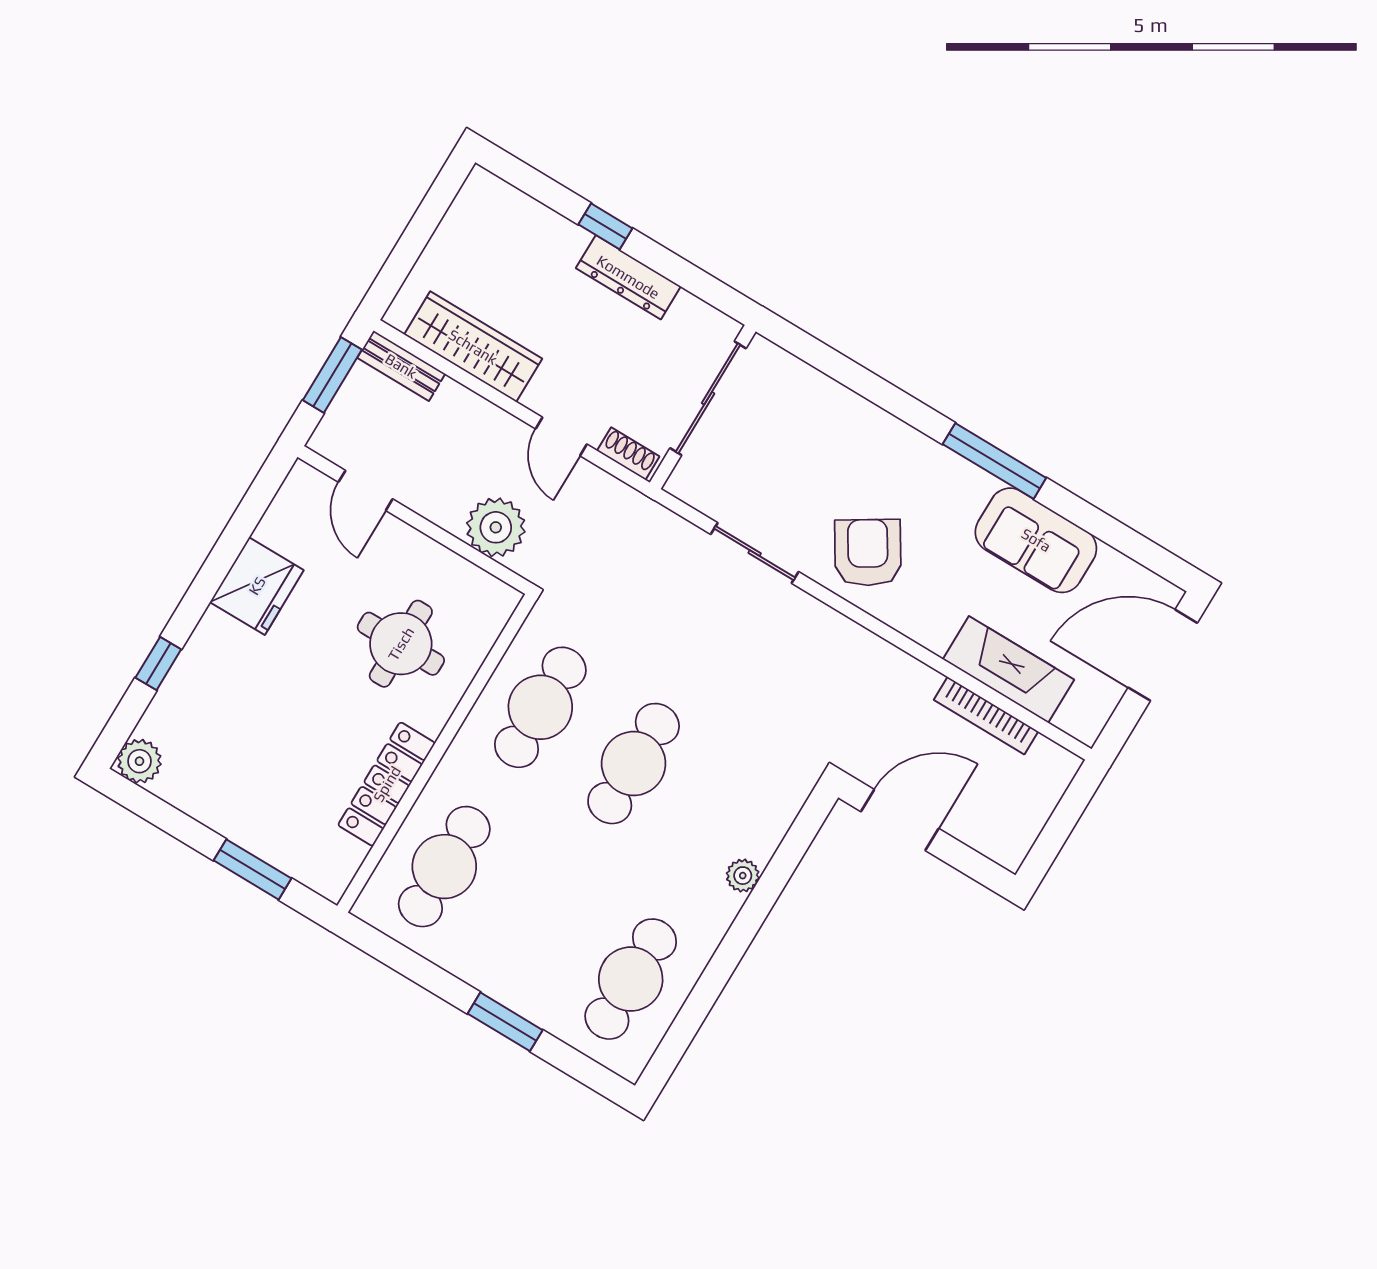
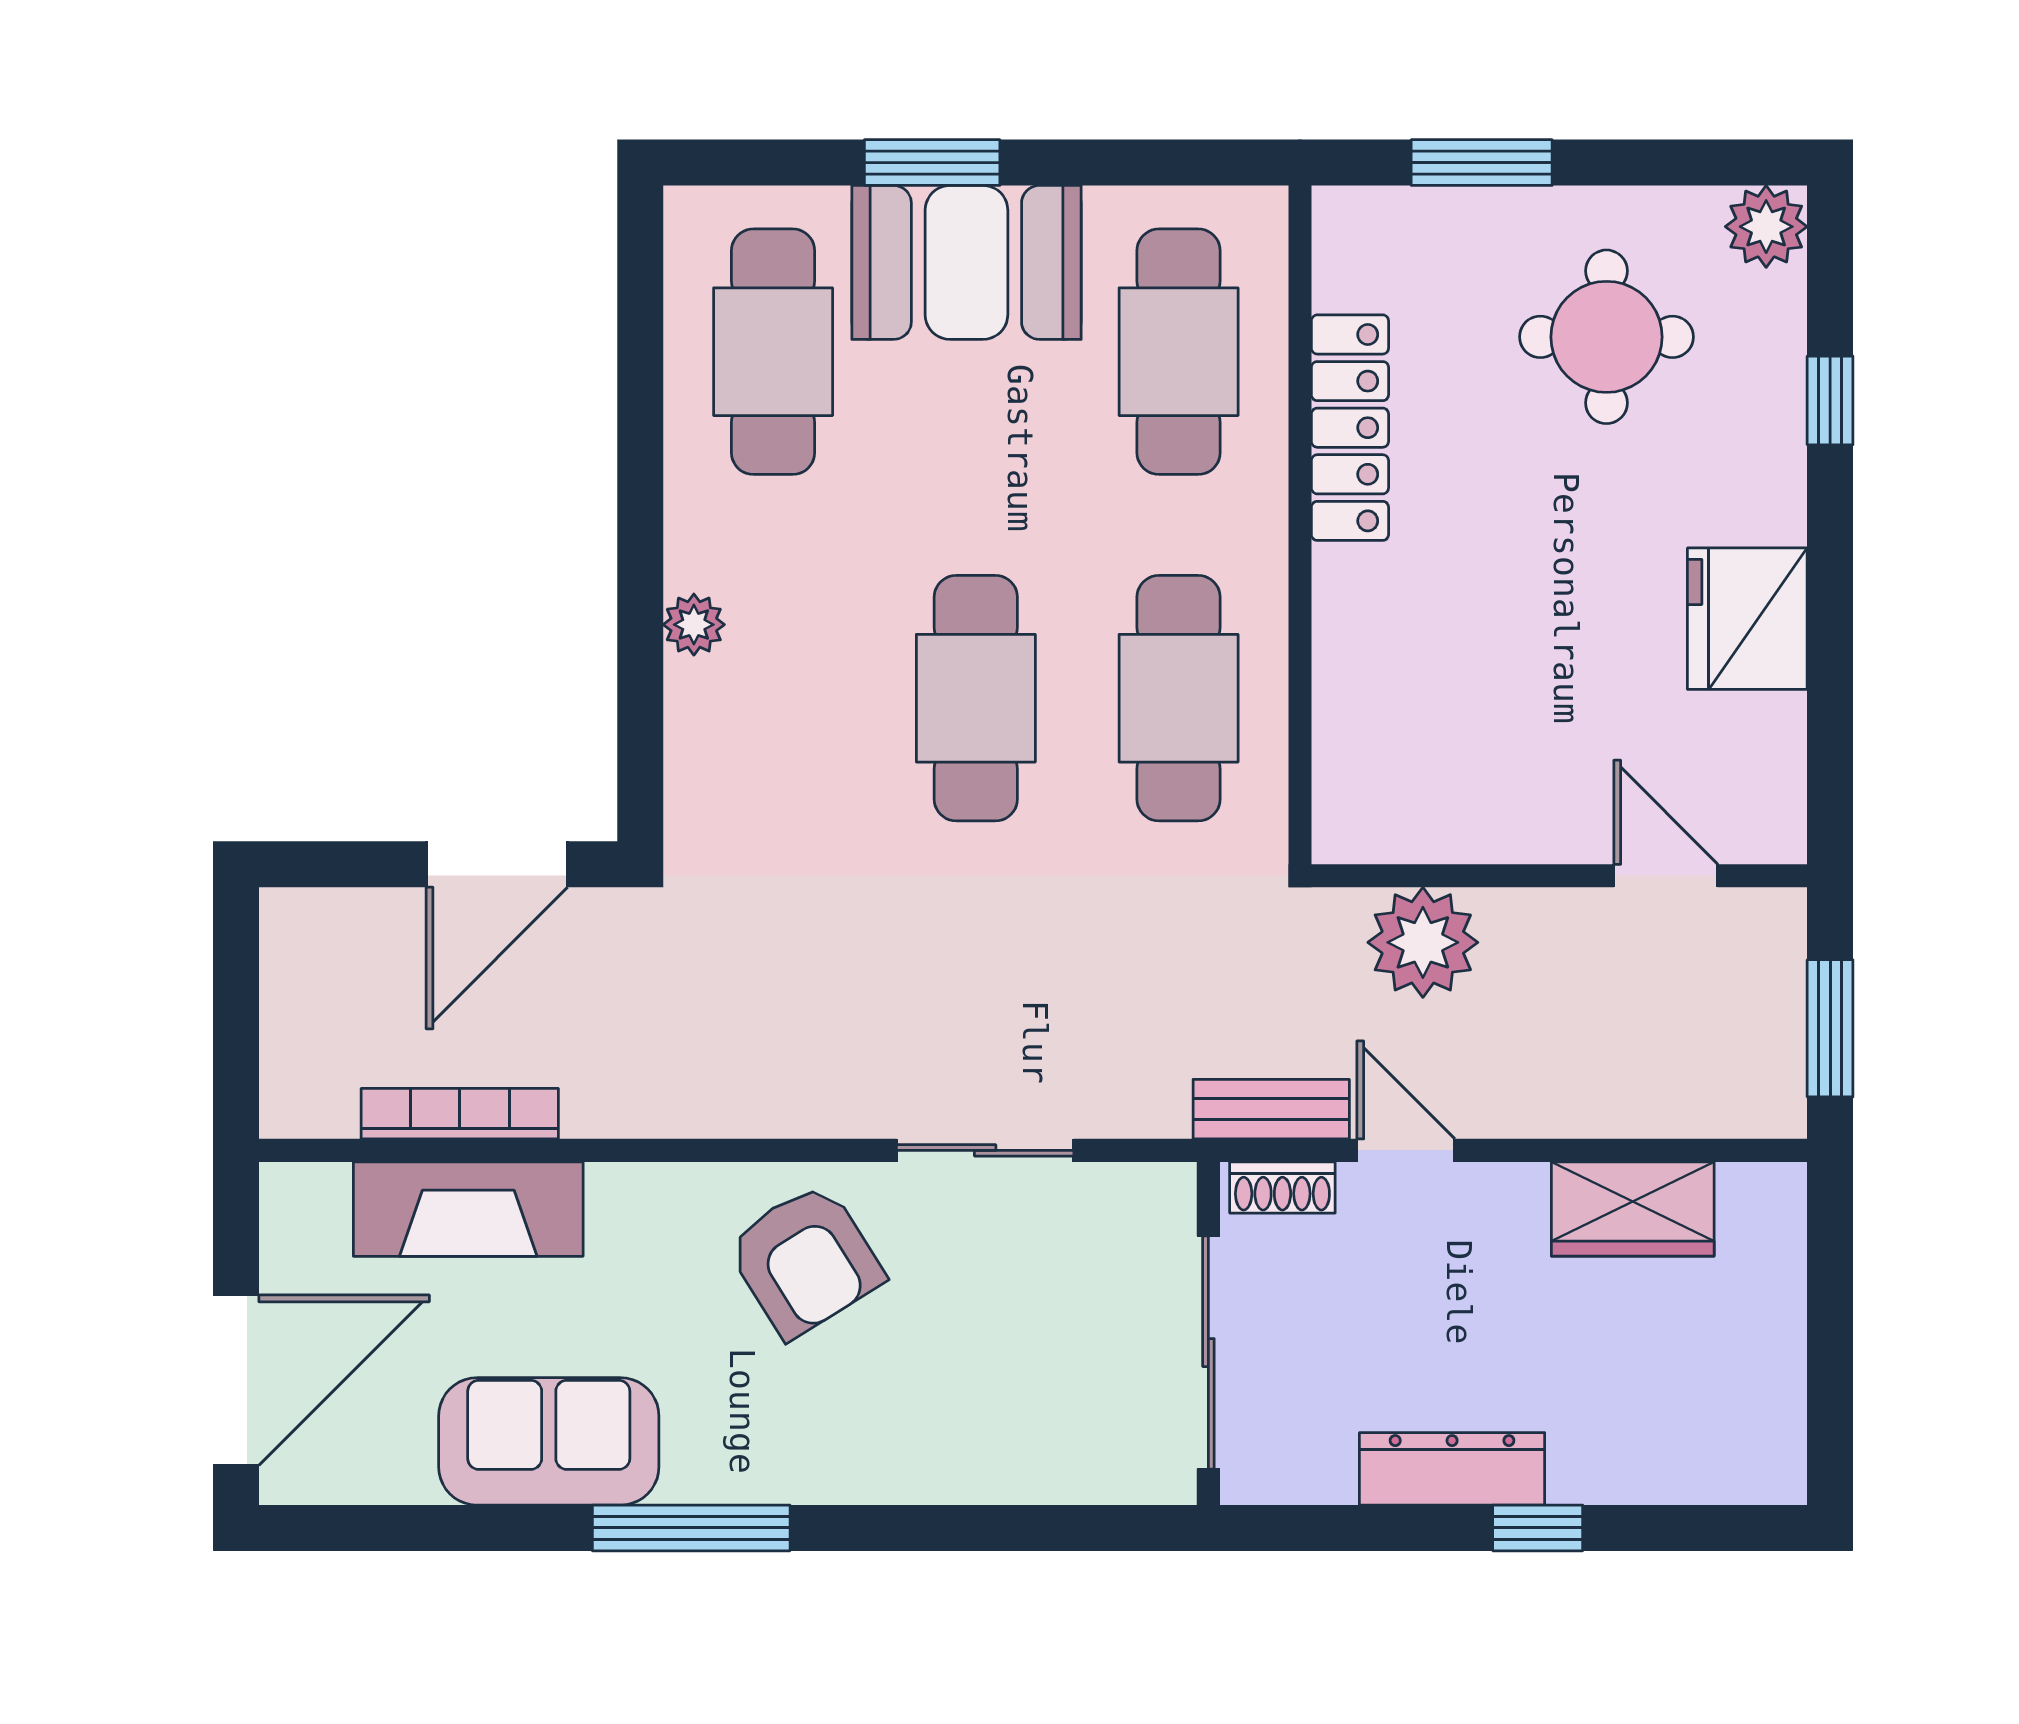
wardrobe: (473, 347) -> (1633, 1209), width x0.67
bench: (401, 366) -> (1271, 1109), moved
round table: (401, 644) -> (1606, 337), moved
booth: (517, 966) -> (966, 262), added

